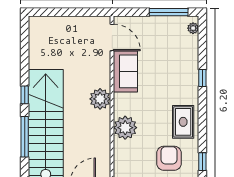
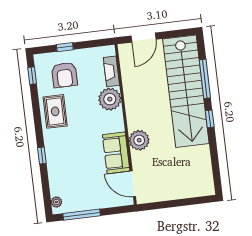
plant: (100, 99) -> (139, 140), moved
fireplace: (120, 156) -> (111, 71), added

